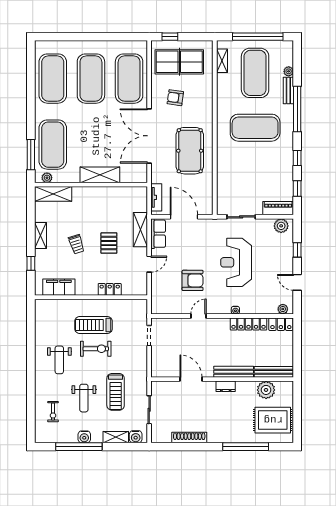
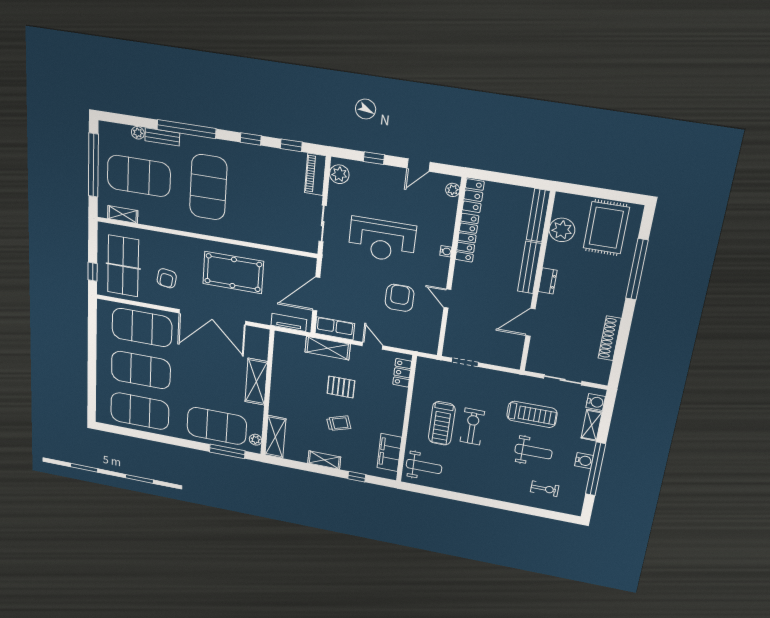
locker: (110, 289) -> (402, 373), moved
weight bench: (59, 360) -> (424, 466), moved

